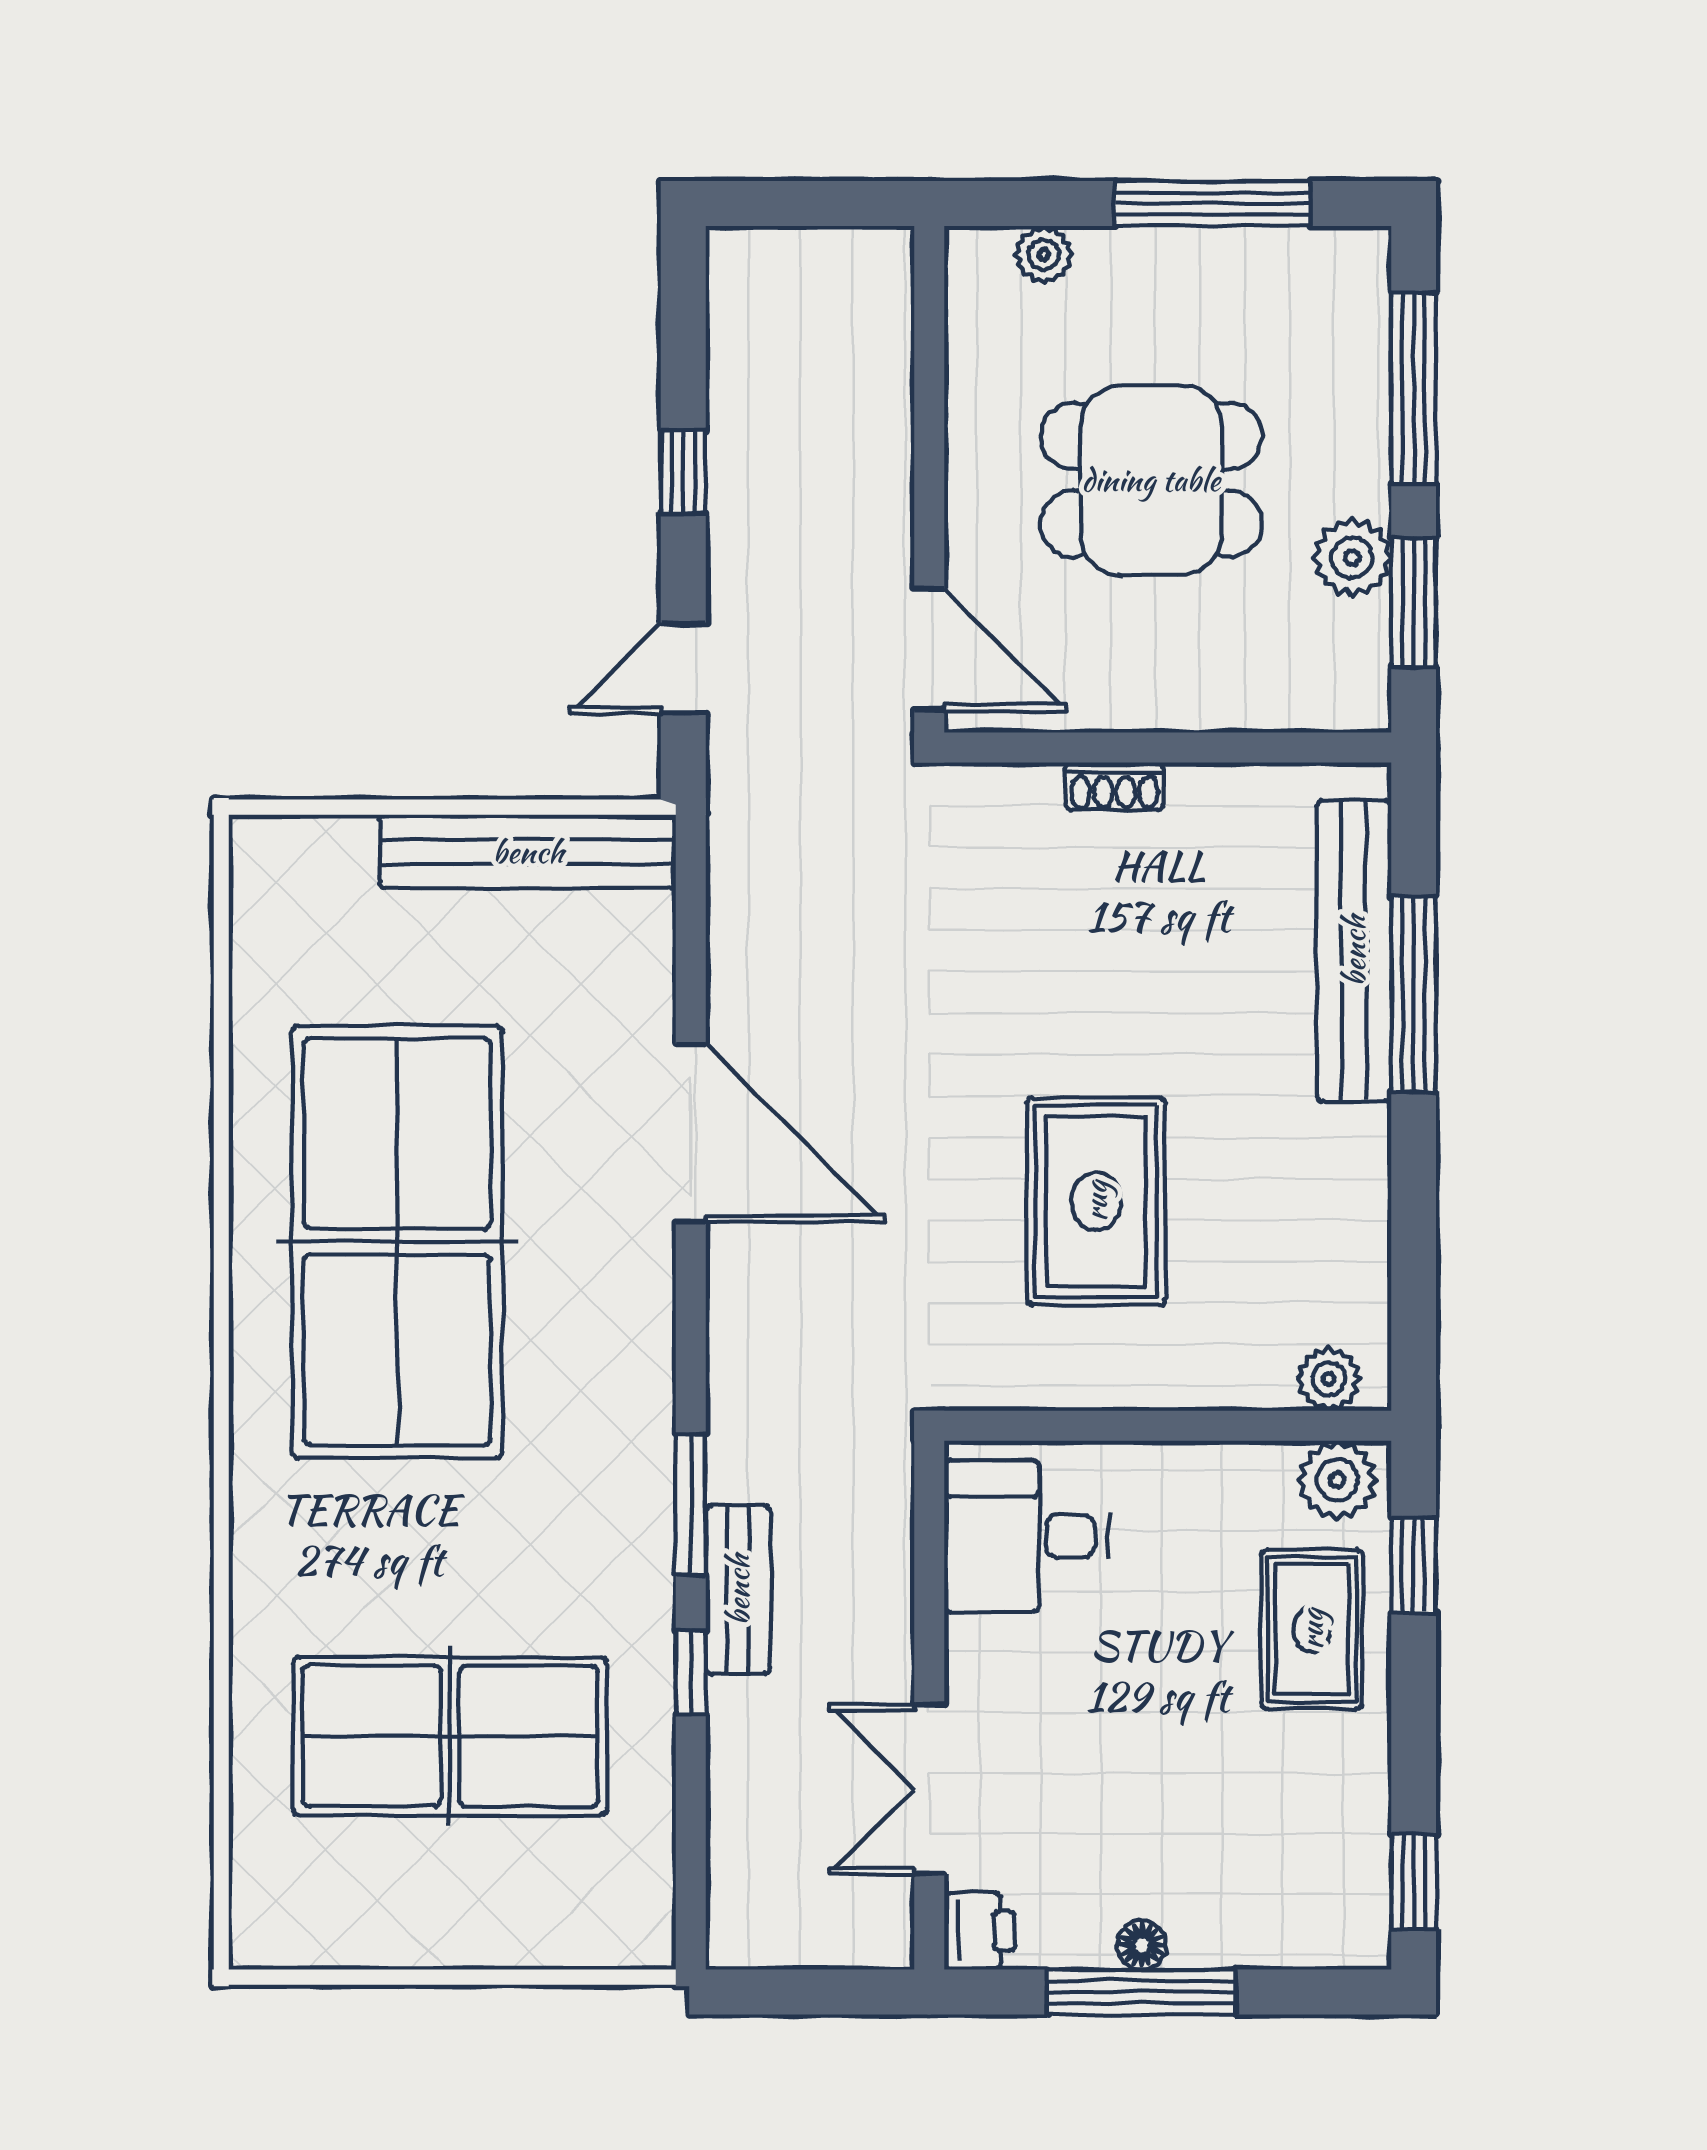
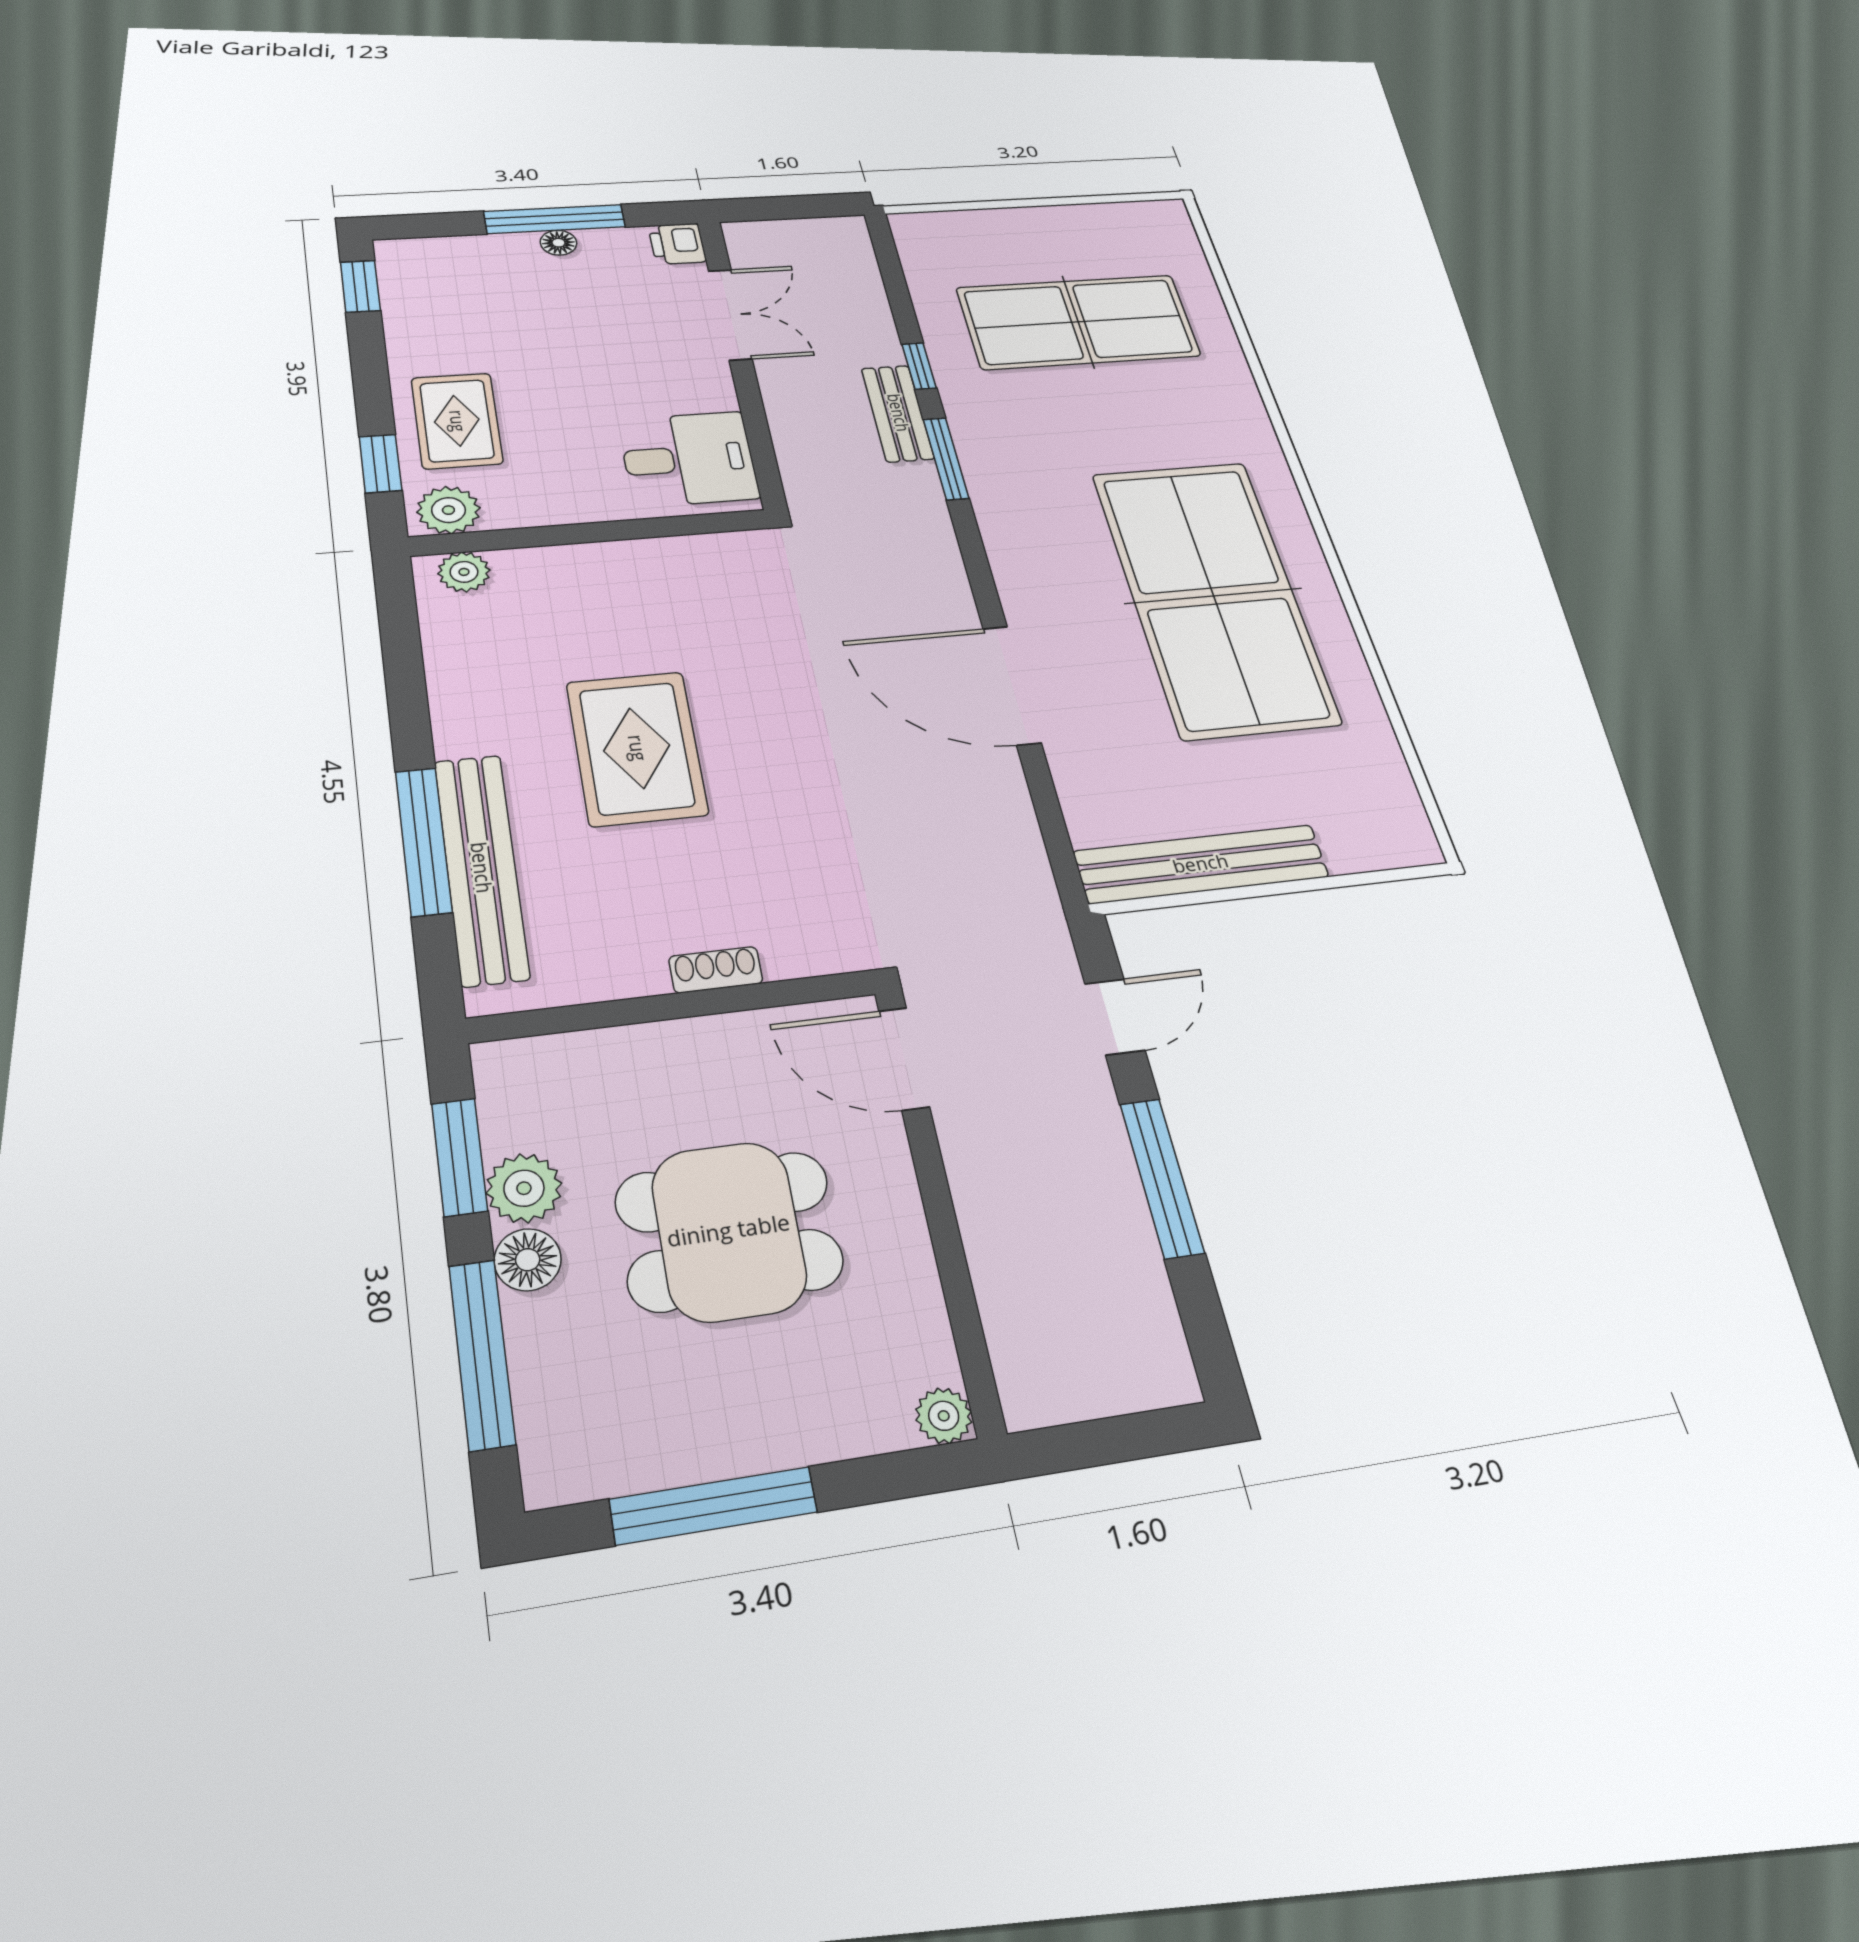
plant: (1044, 254) -> (944, 1416), moved
window: (683, 471) -> (1162, 1178), width x2.17
floor lamp: (1358, 479) -> (528, 1260), added
rug: (1096, 1201) -> (637, 748), moved

